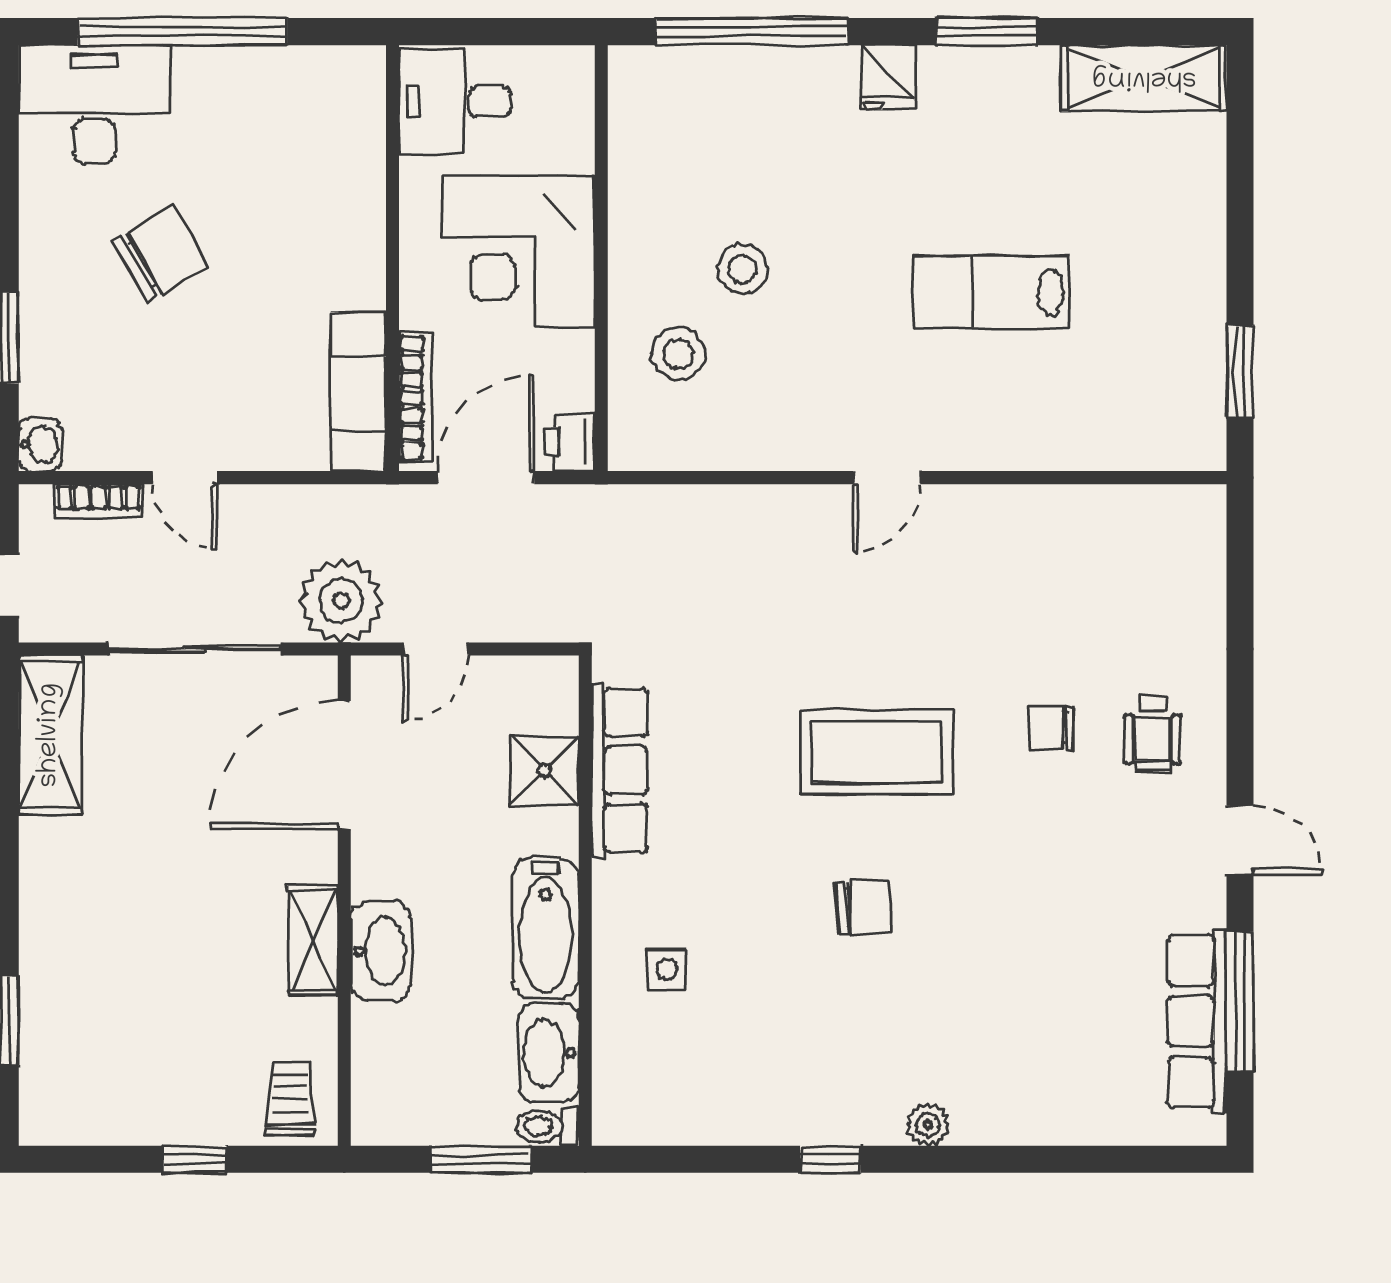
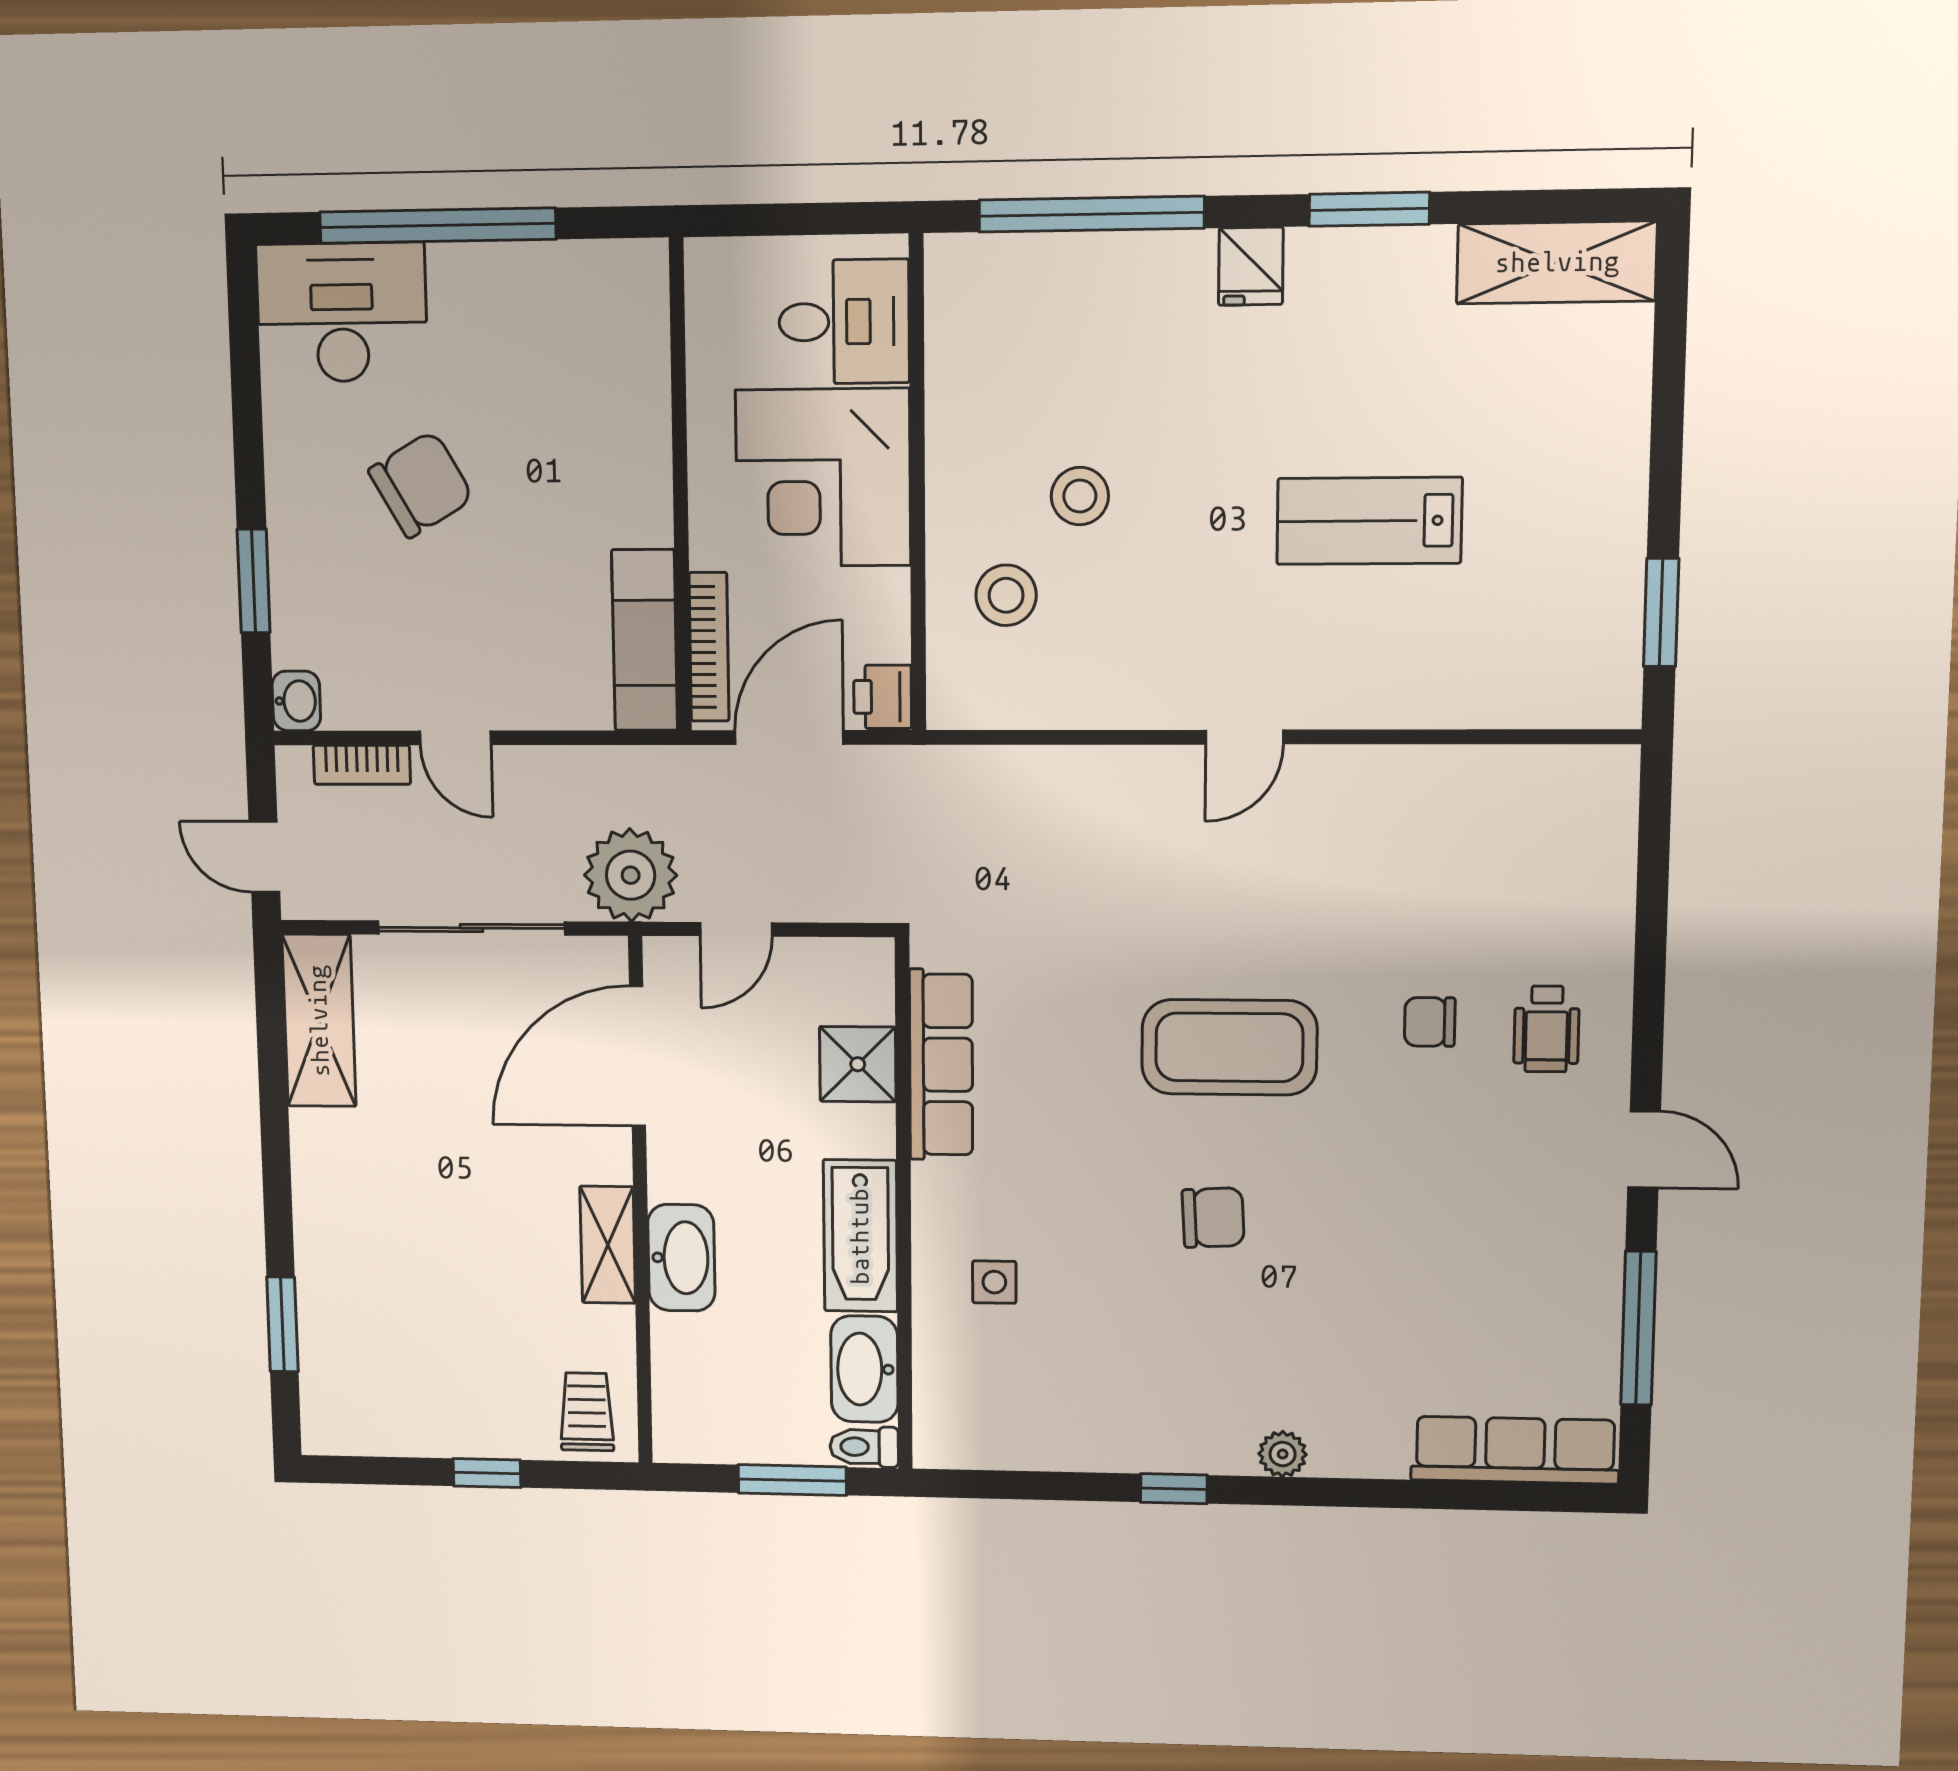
desk: (455, 101) -> (844, 322), moved, turned 180
row of seats: (1197, 1021) -> (1515, 1450), moved, turned 90

